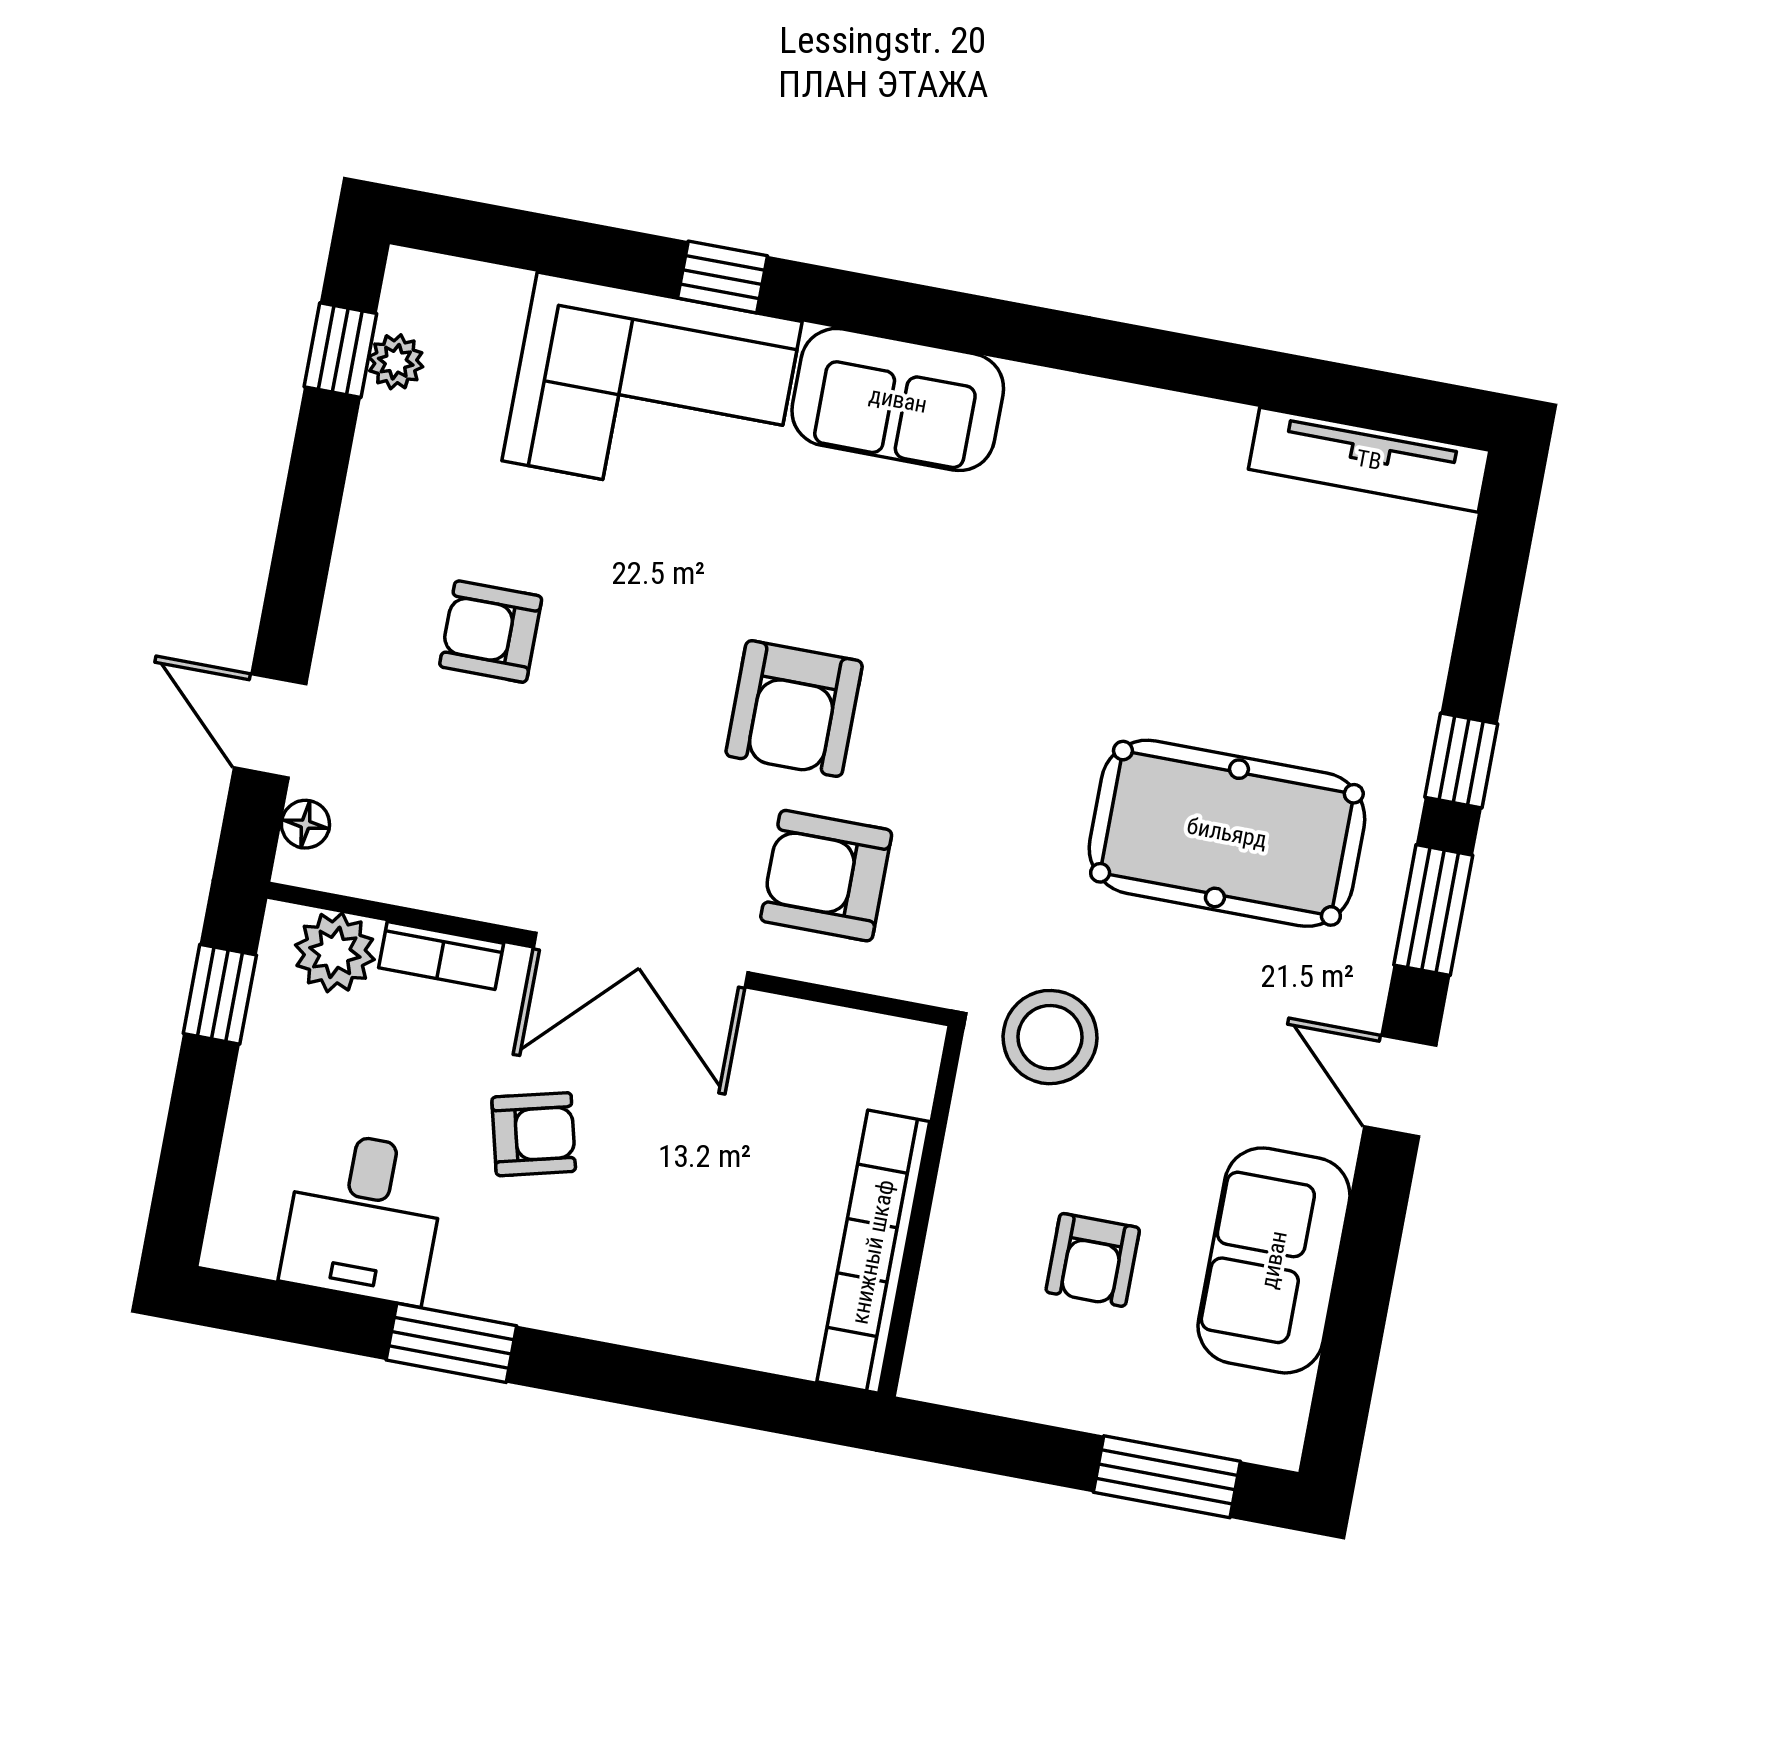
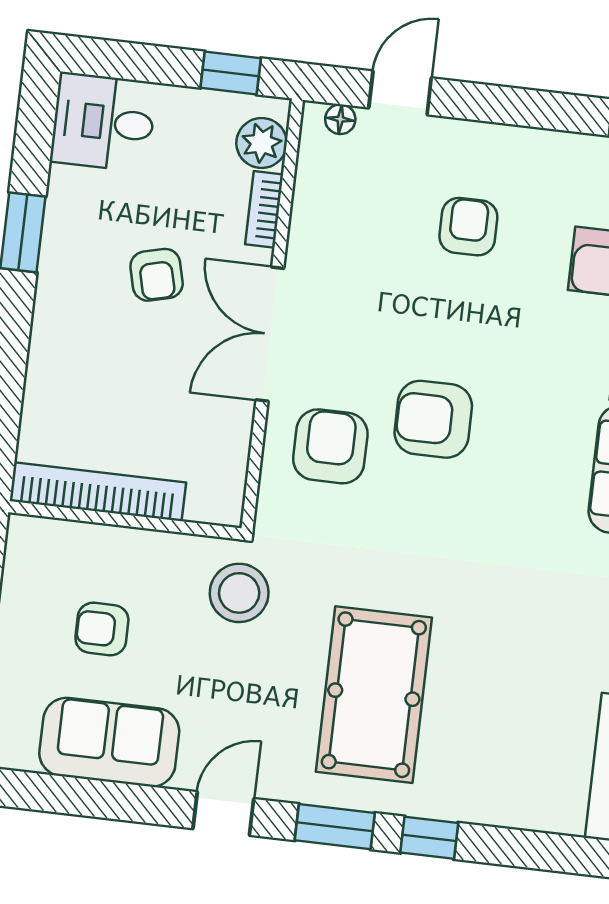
desk: (364, 1217) -> (103, 122), moved

